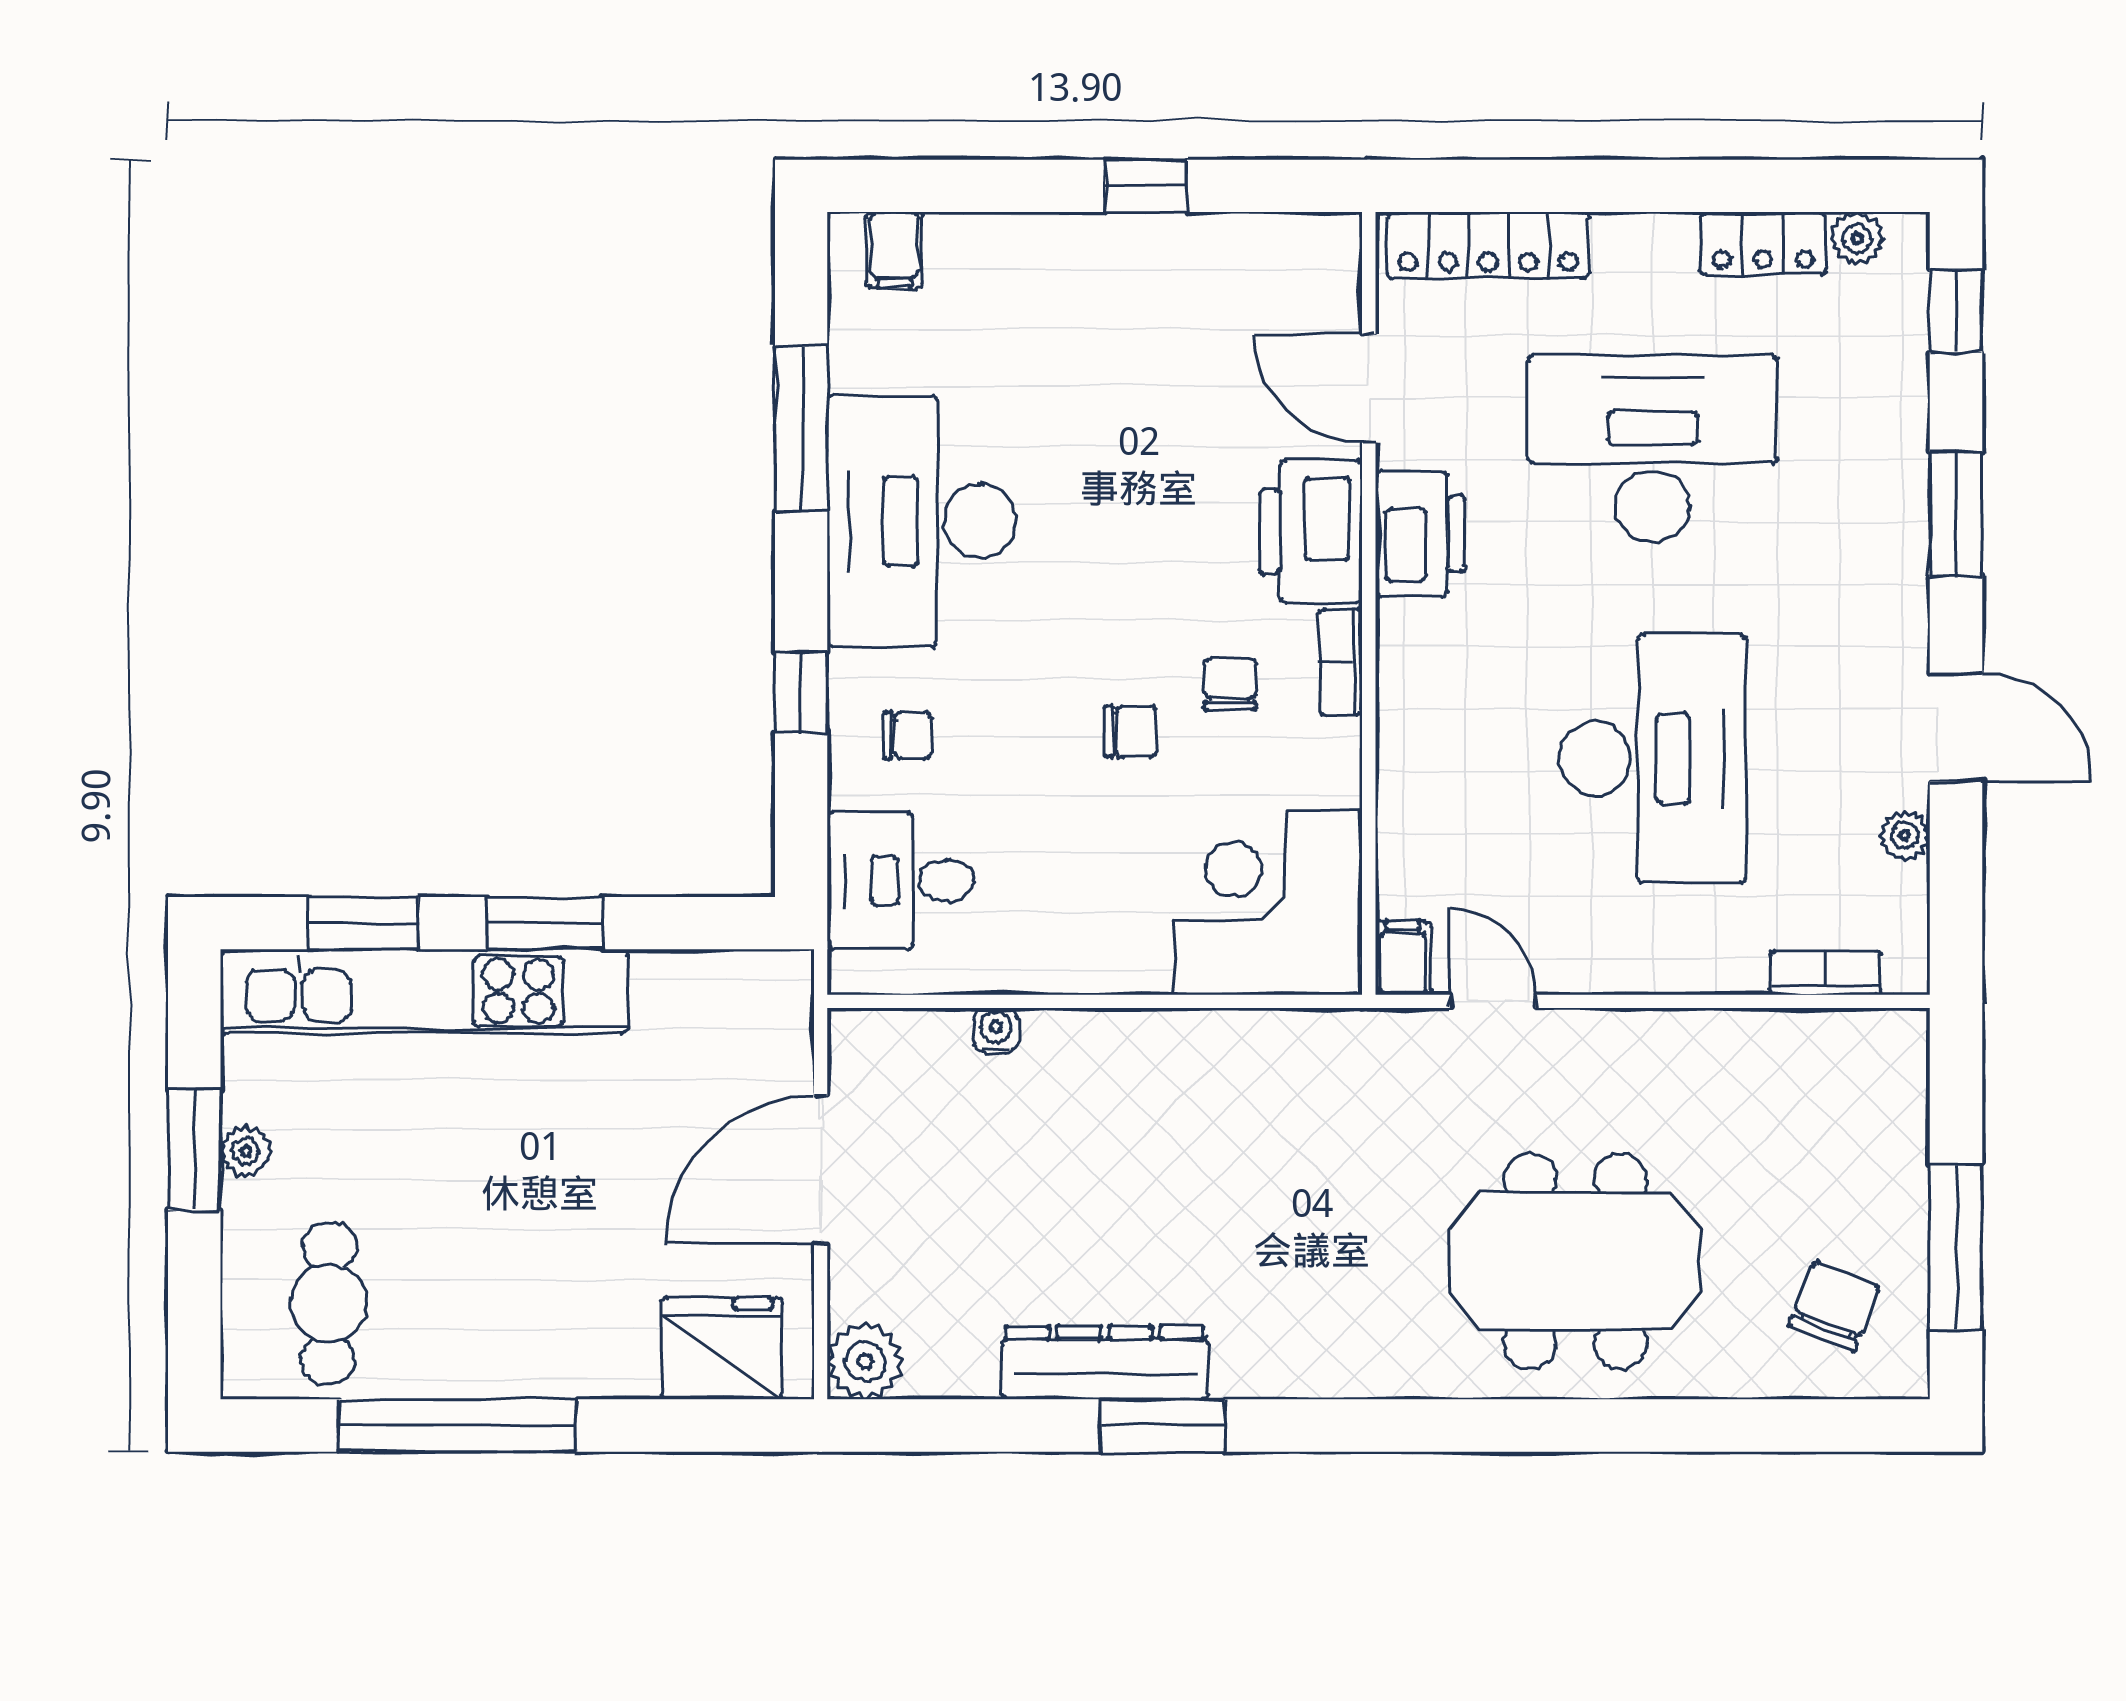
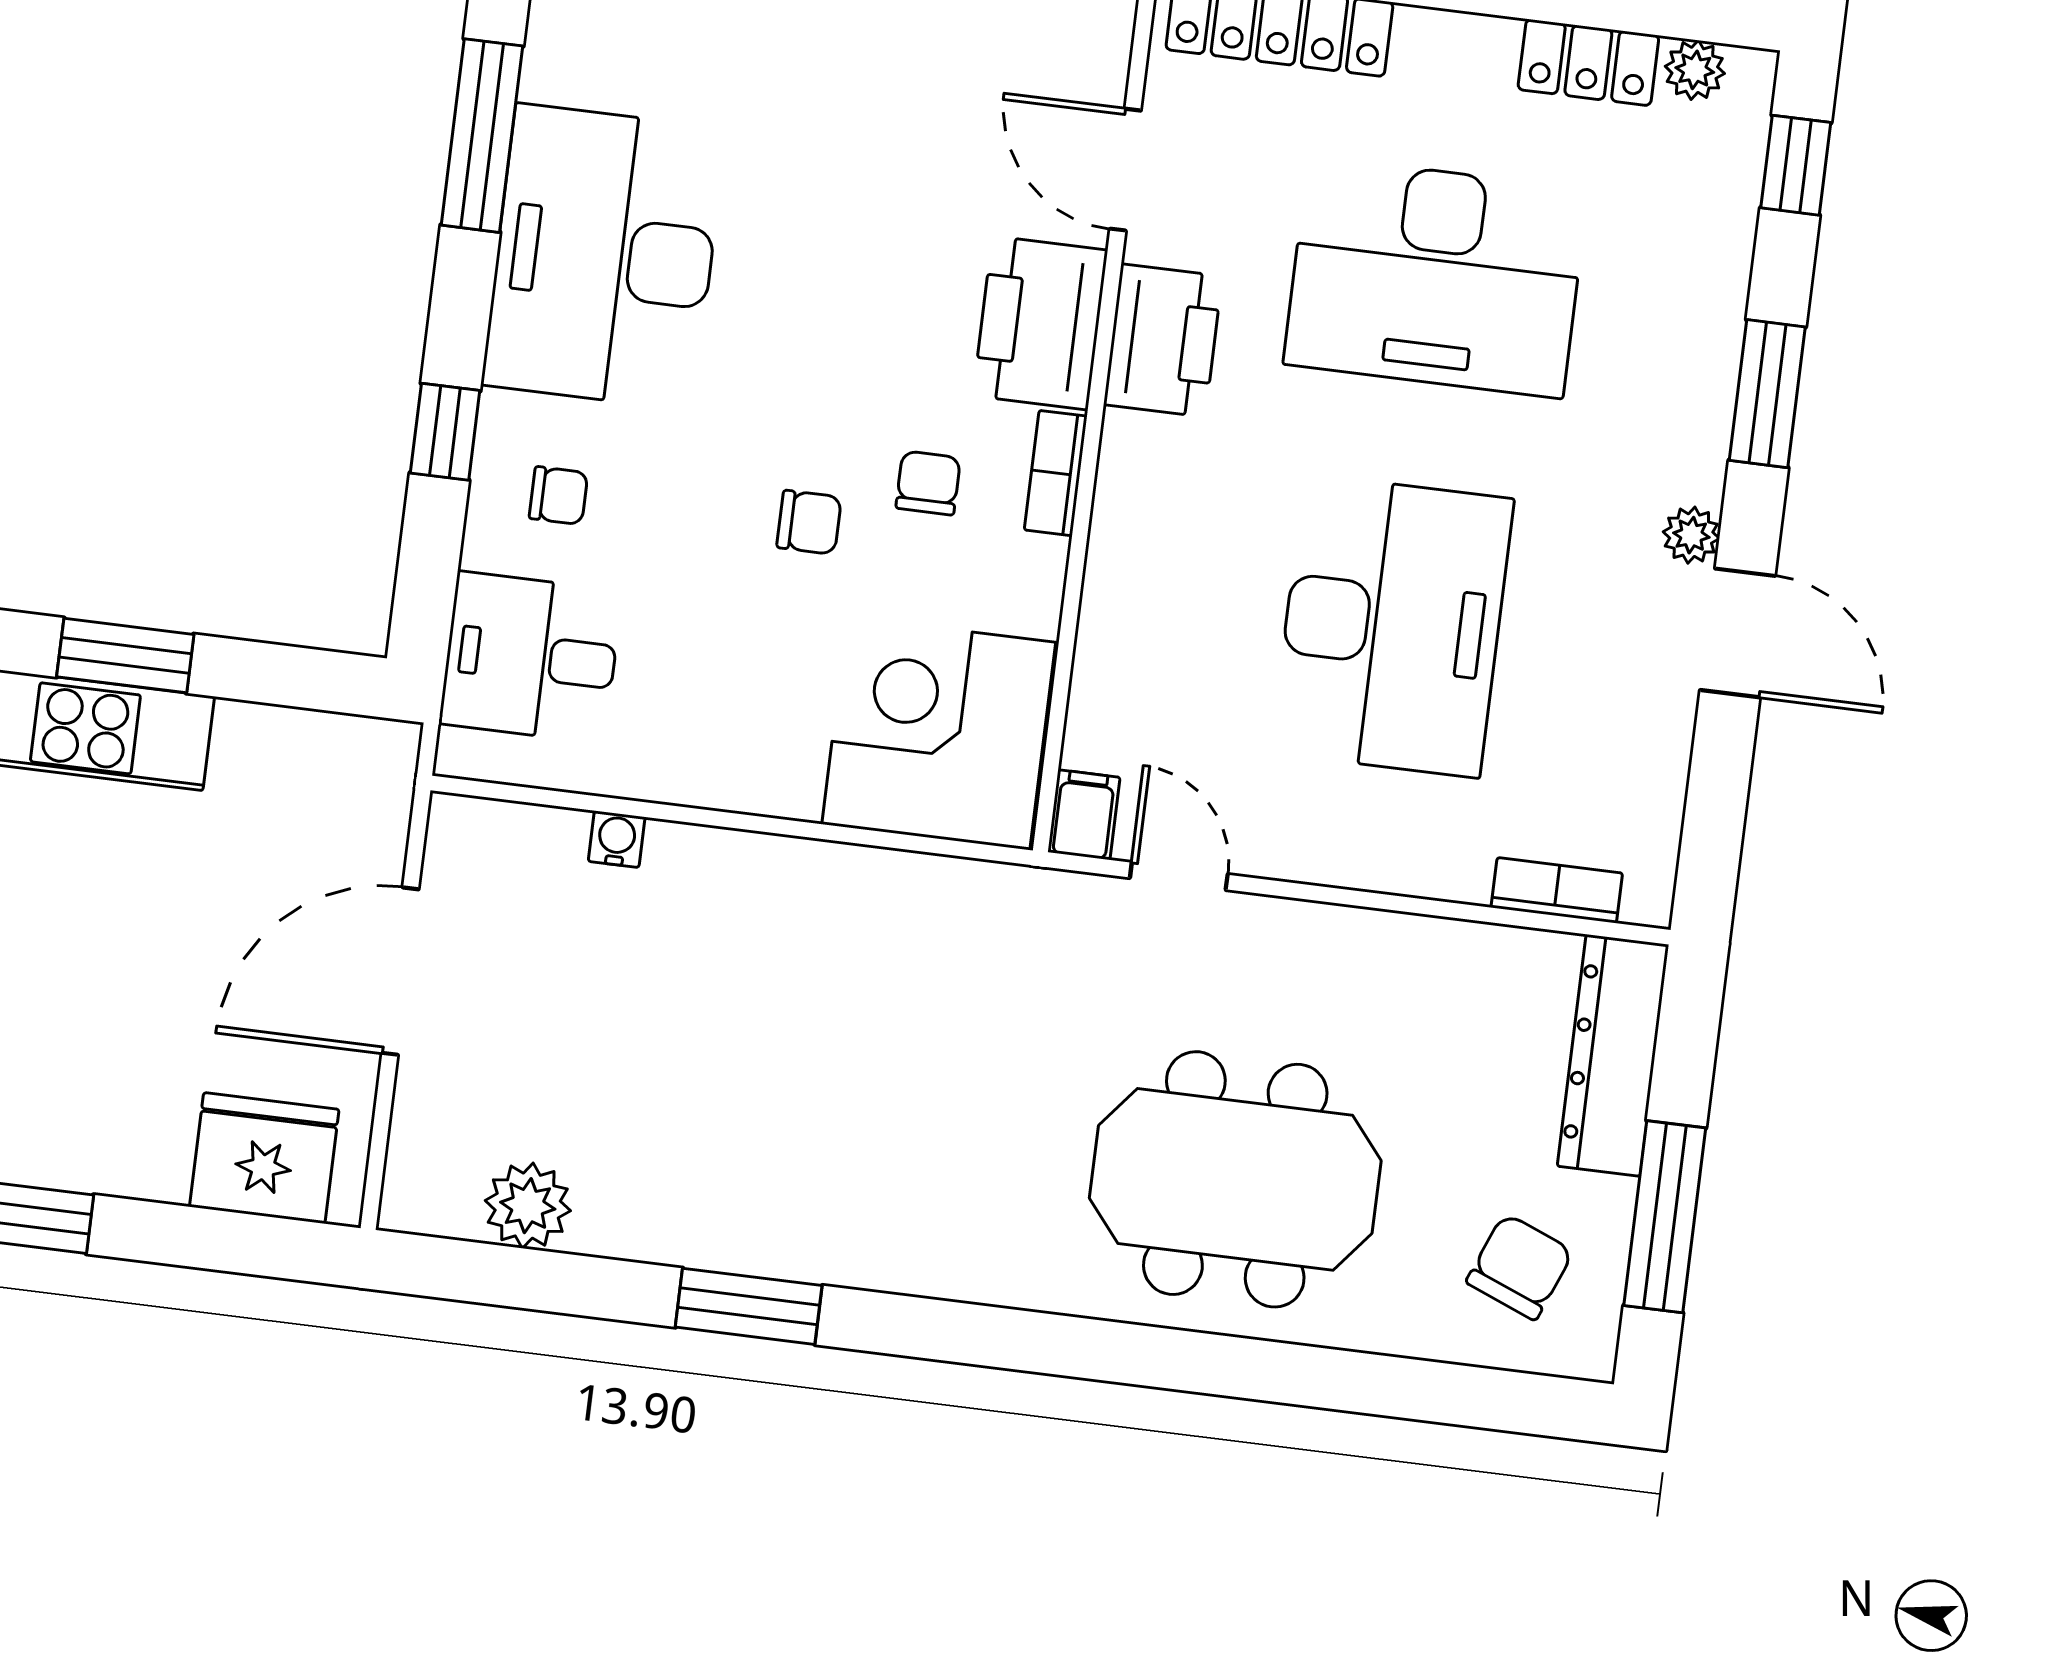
desk: (1653, 448) -> (1436, 277), turned 180
plant: (1905, 835) -> (1691, 535), moved
plant: (865, 1361) -> (528, 1206), moved
dresser: (1105, 1363) -> (1613, 1055), moved, turned -90

